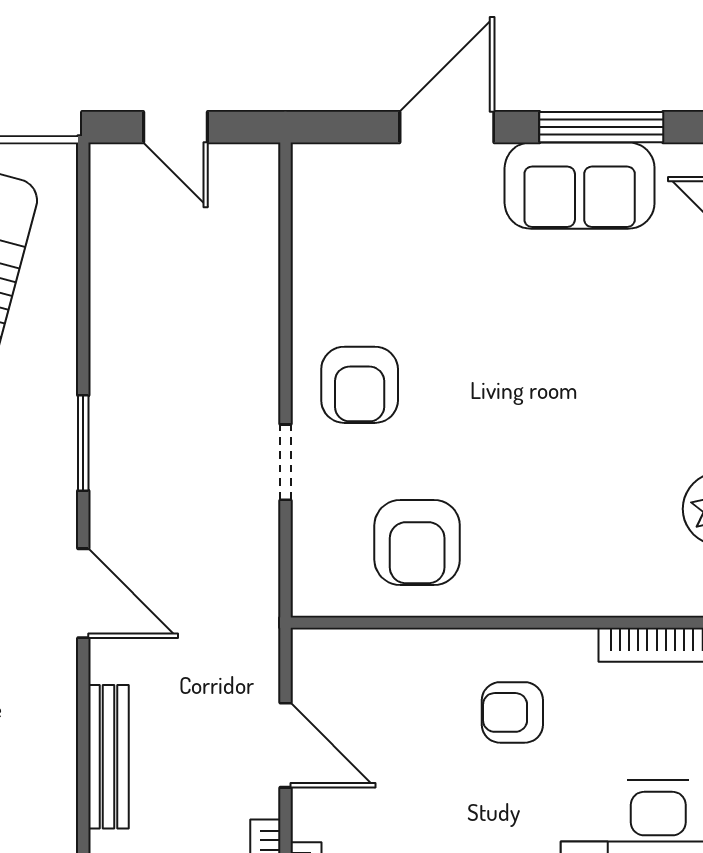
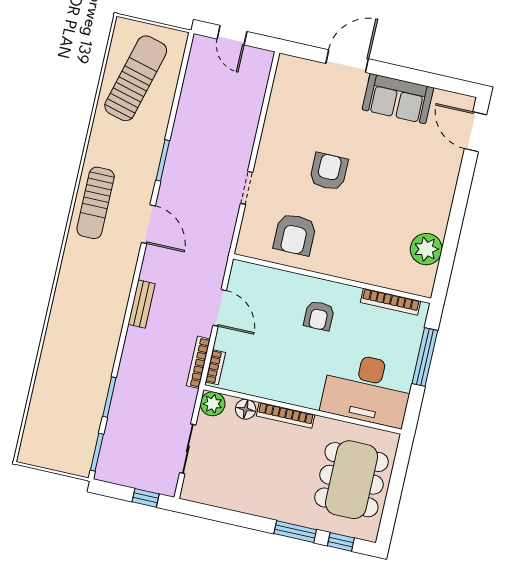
window: (601, 127) -> (413, 76), removed
armchair: (360, 385) -> (329, 172), moved, turned 180
armchair: (512, 712) -> (319, 316), turned -90
bench: (108, 757) -> (142, 304), width x0.73

